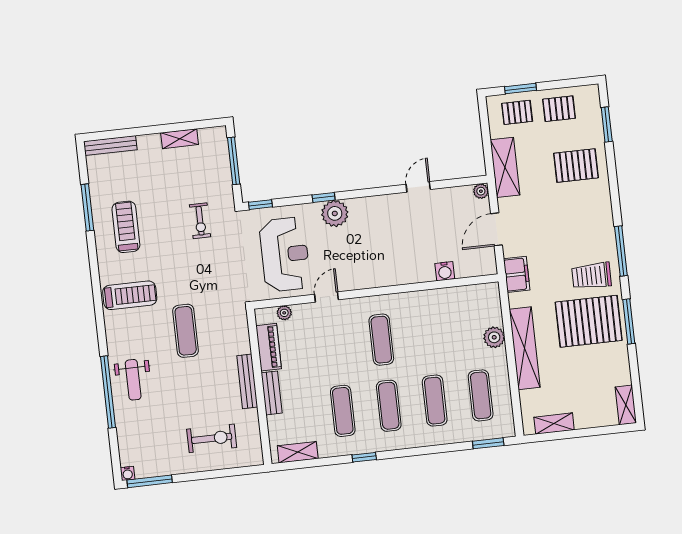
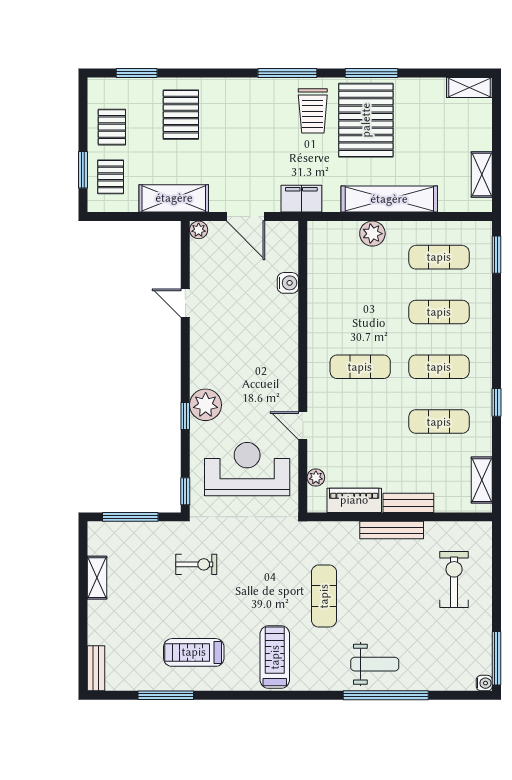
bench: (110, 146) -> (96, 668), width x0.73
exercise mat: (186, 331) -> (324, 596), turned 90

